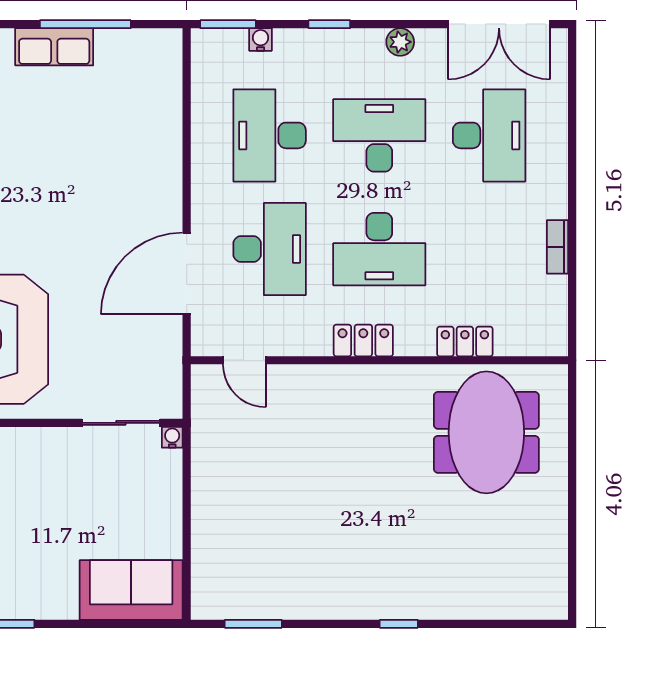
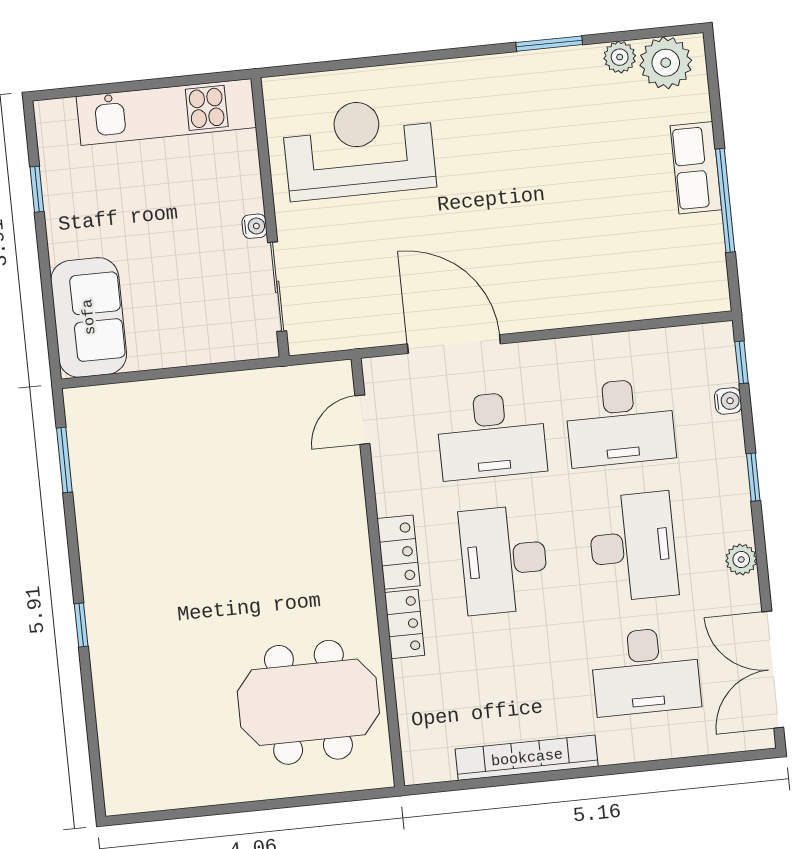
window: (228, 24) -> (742, 362), width x0.67
desk: (270, 135) -> (620, 422), turned 180
bookcase: (557, 247) -> (527, 758), width x2.31, depth x1.31
locker: (465, 341) -> (405, 624), moved
water cooler: (172, 437) -> (254, 226), moved

